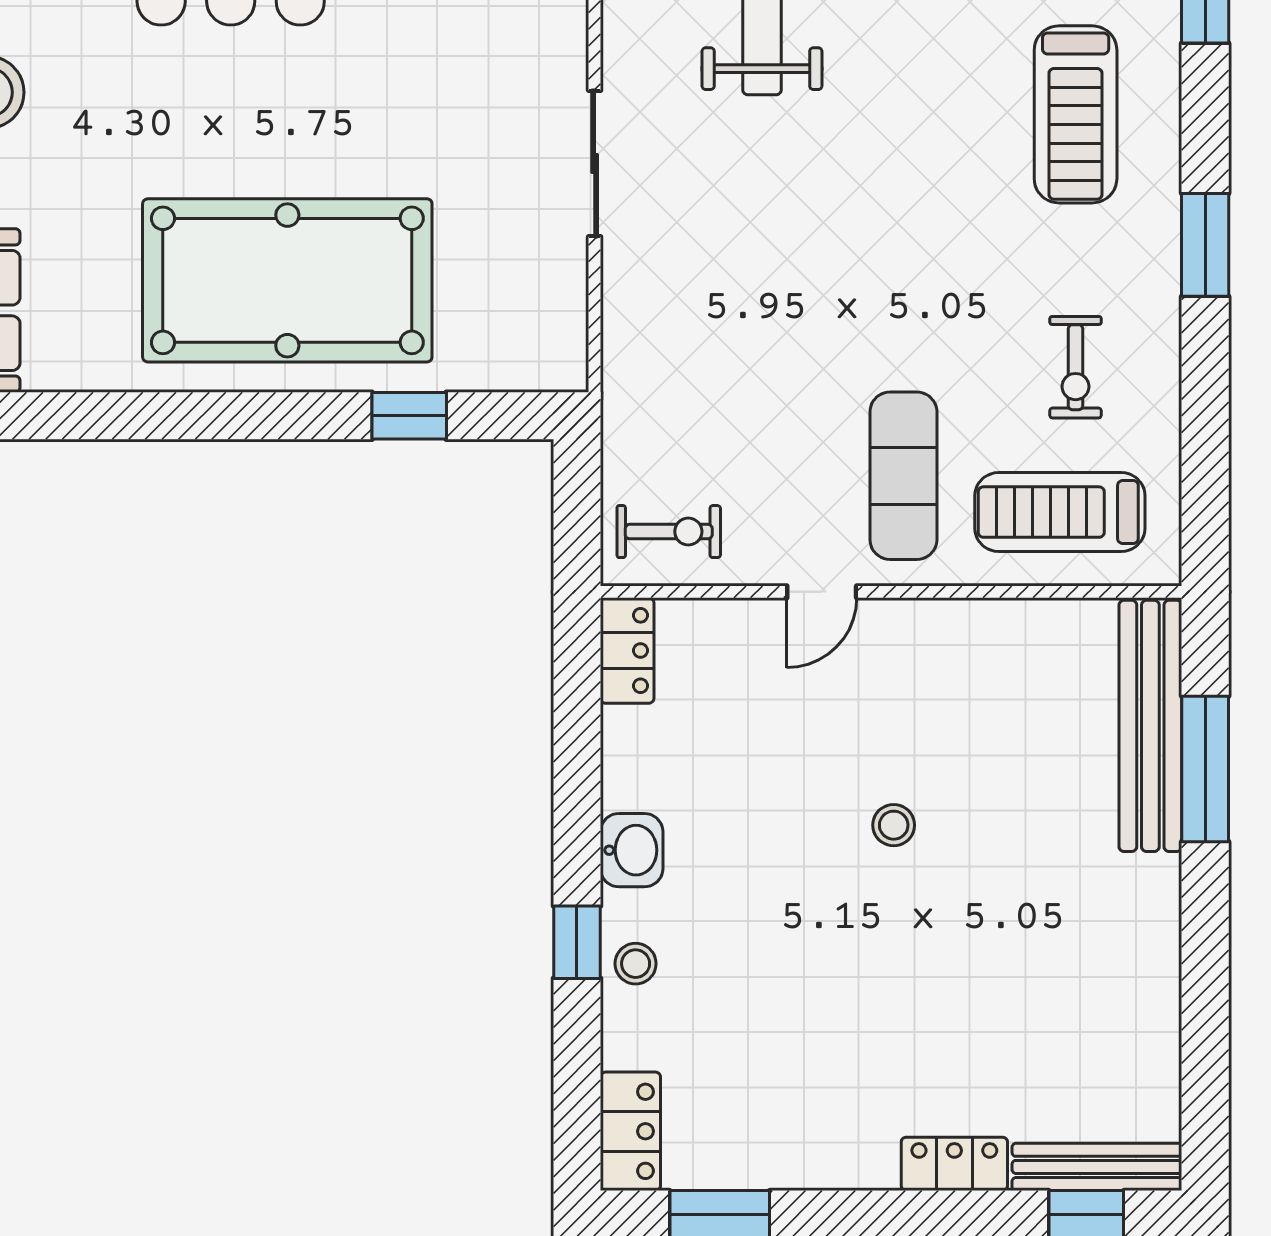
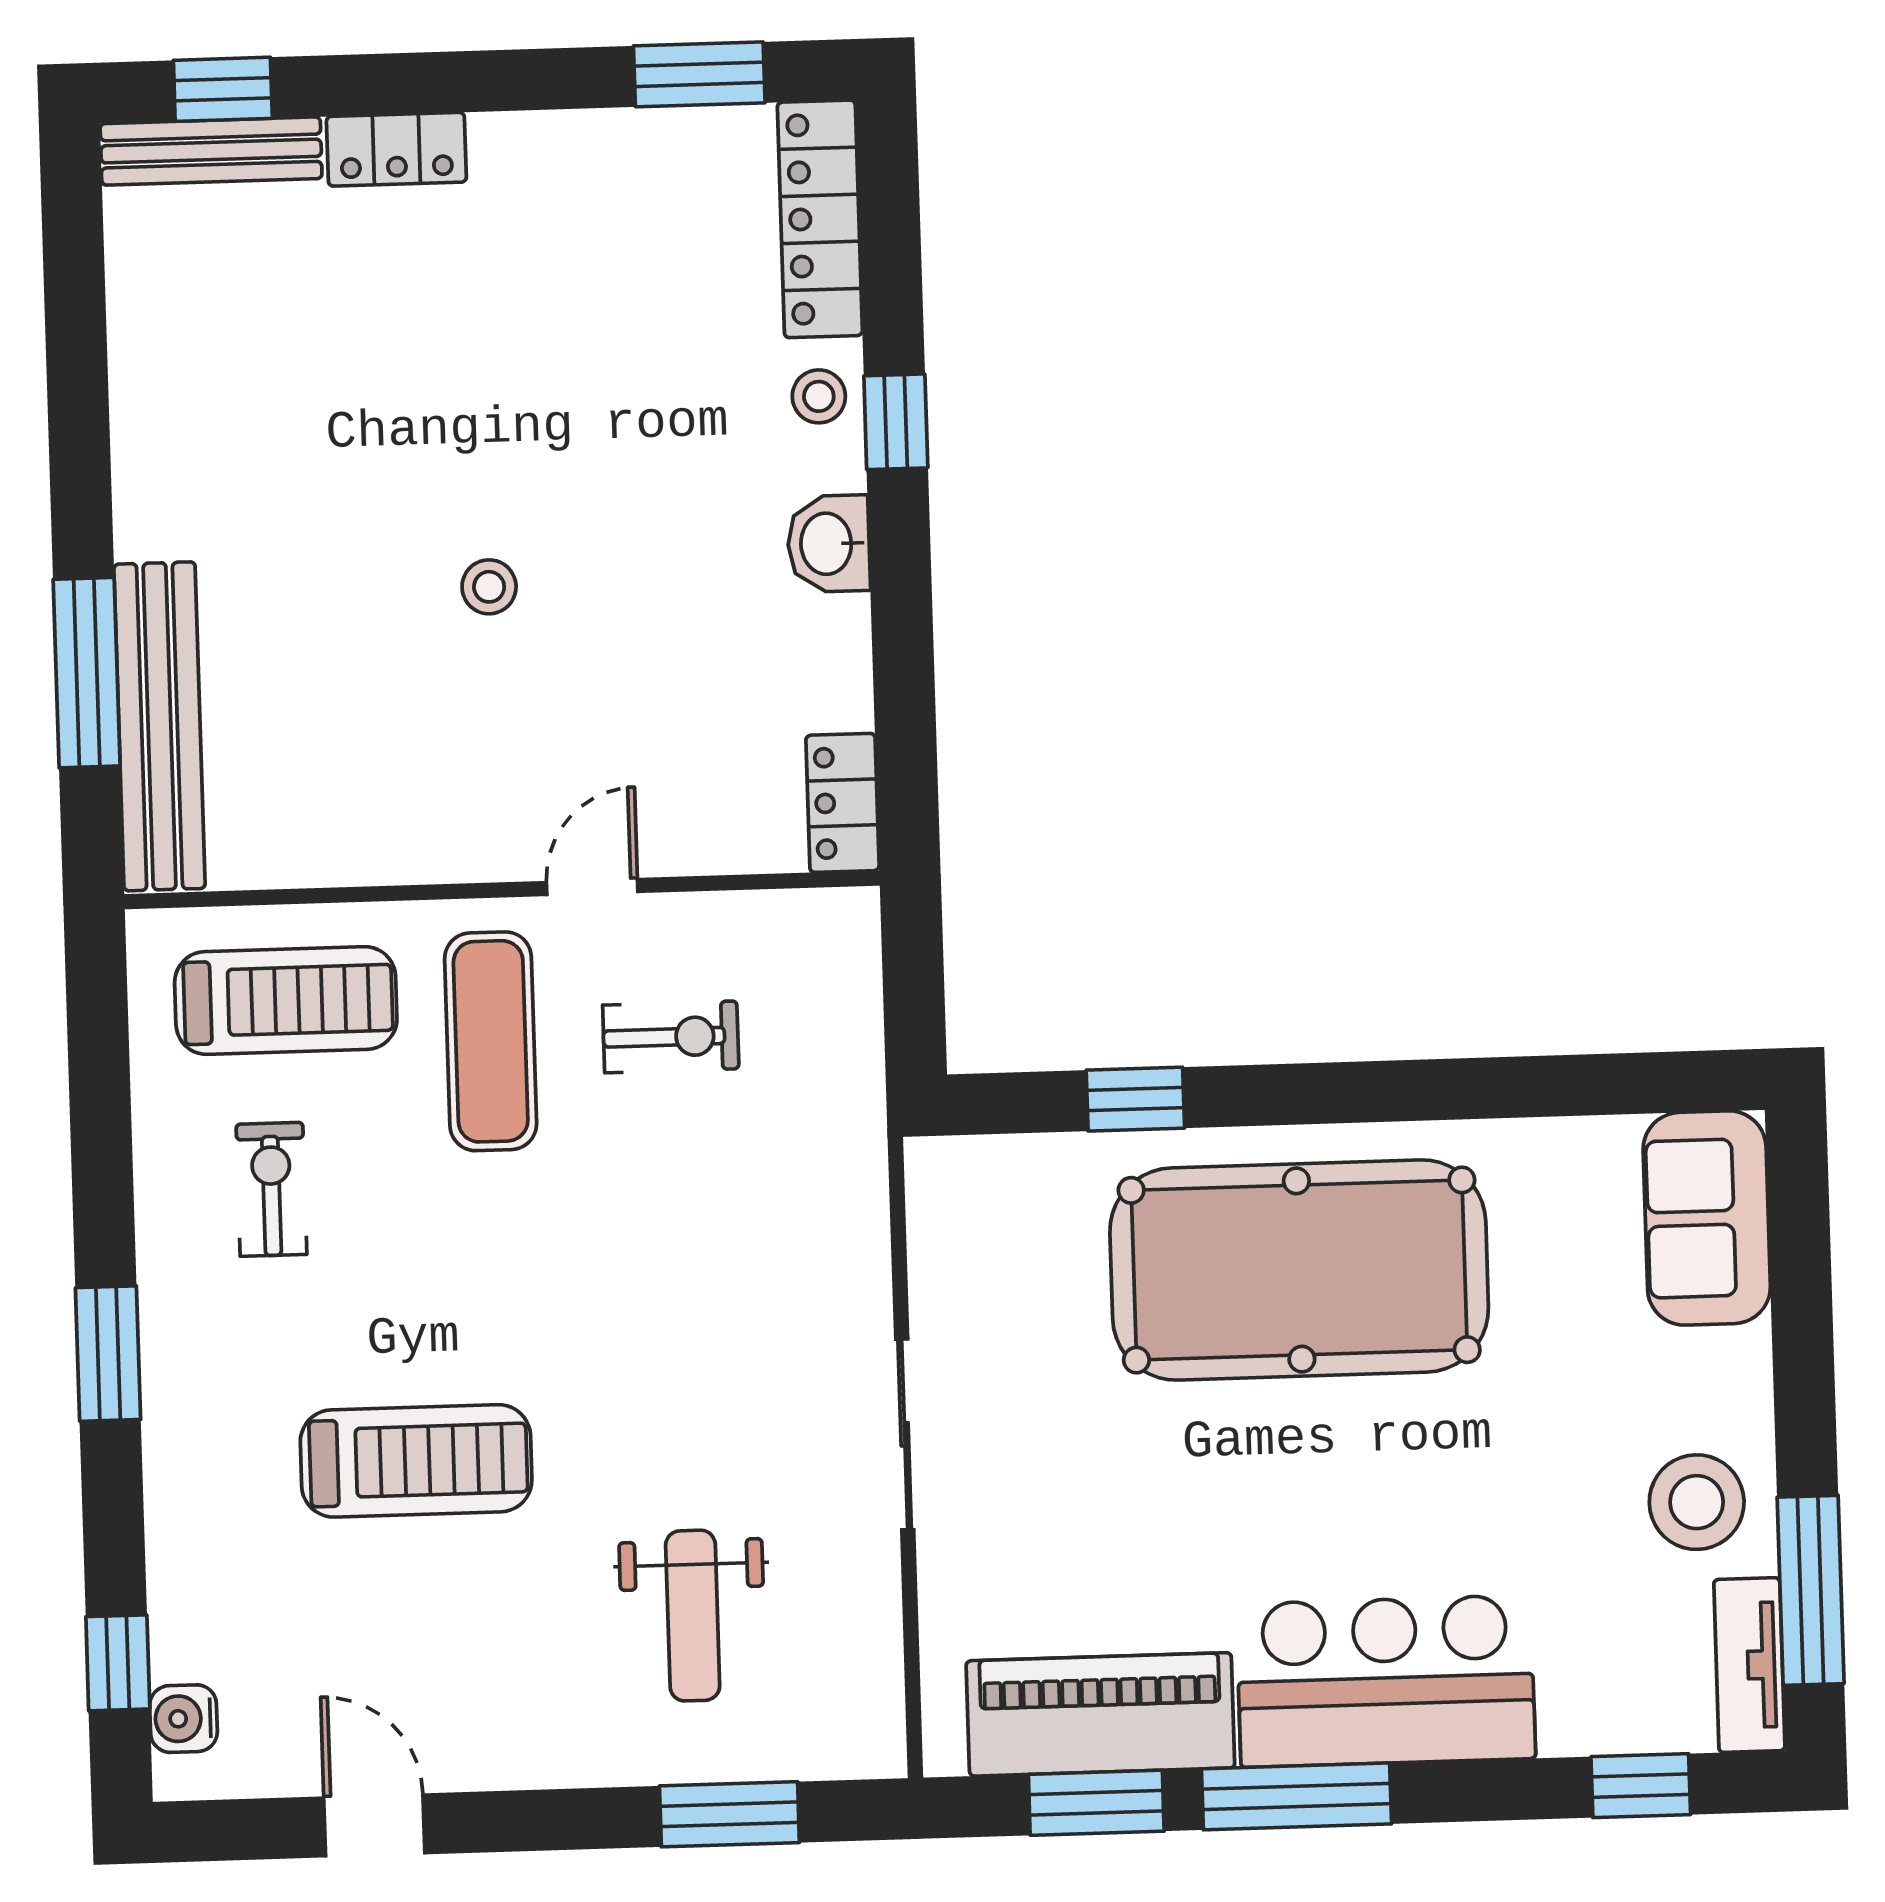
treadmill: (1076, 114) -> (416, 1461), moved, turned 90
exercise bike: (669, 532) -> (671, 1037), moved, turned 180
locker: (630, 1131) -> (820, 219), width x1.53

